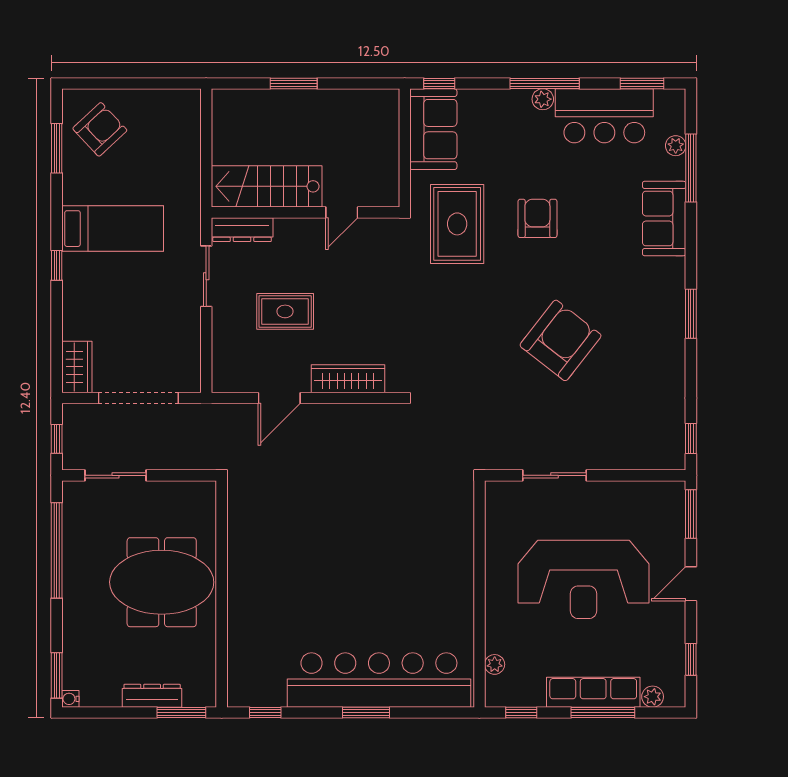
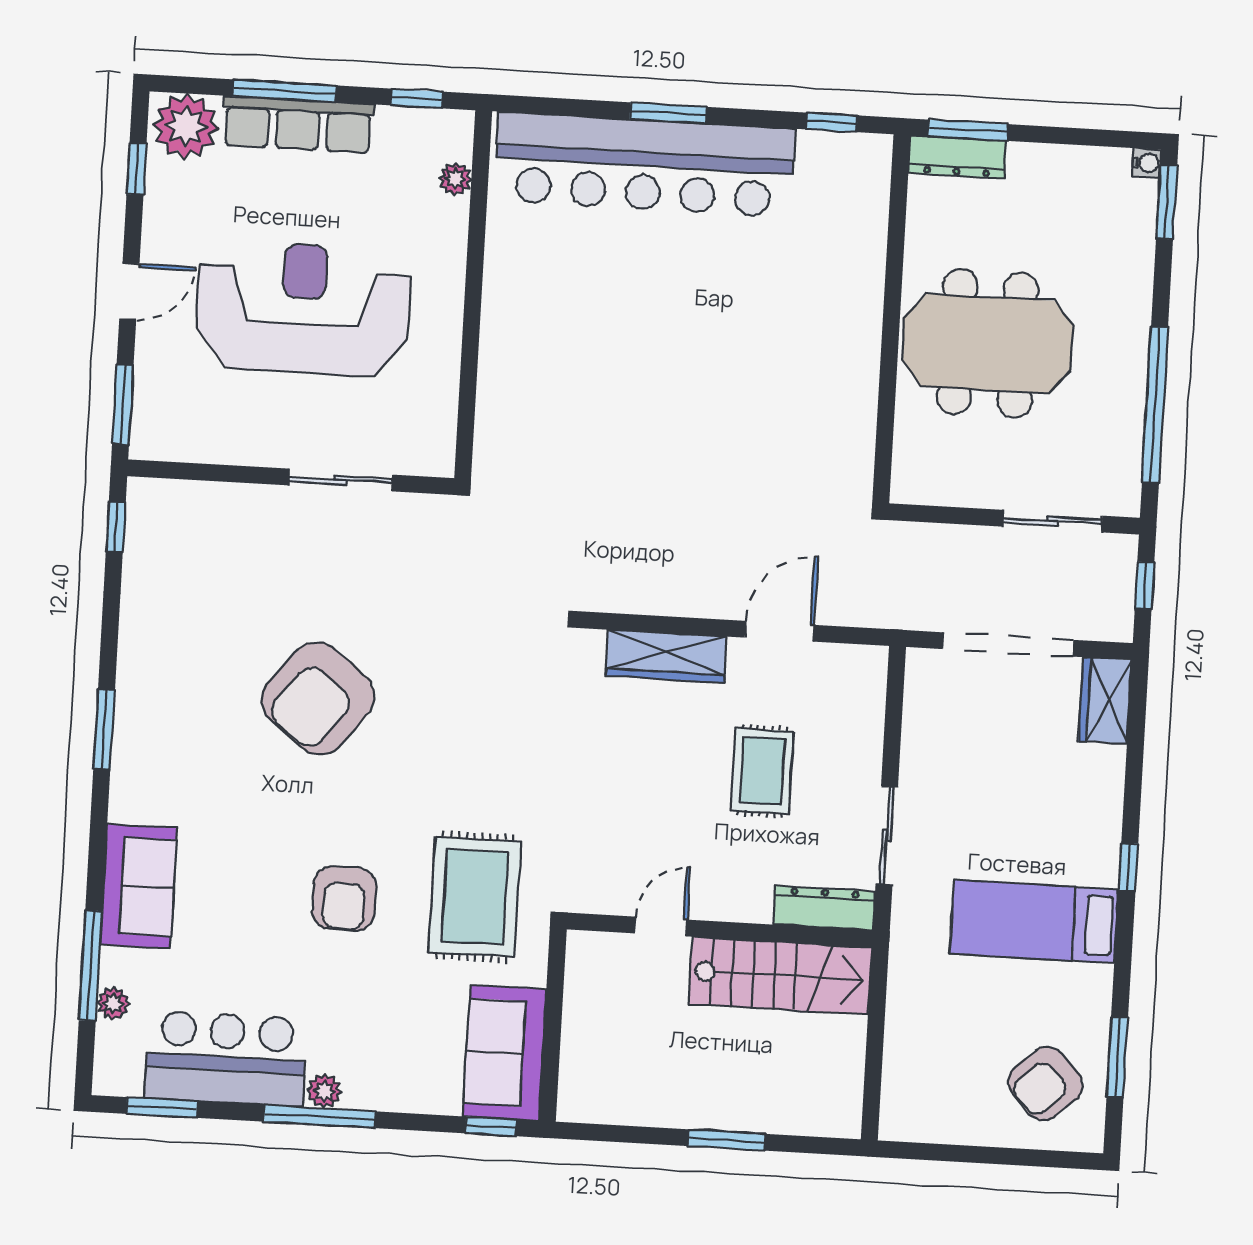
rug: (285, 311) -> (762, 771), turned 90
dresser: (152, 696) -> (957, 157), moved
plant: (653, 697) -> (186, 126), width x1.88, depth x1.88

